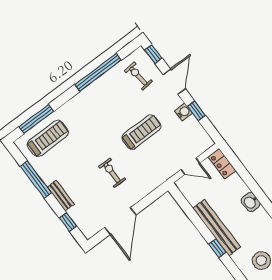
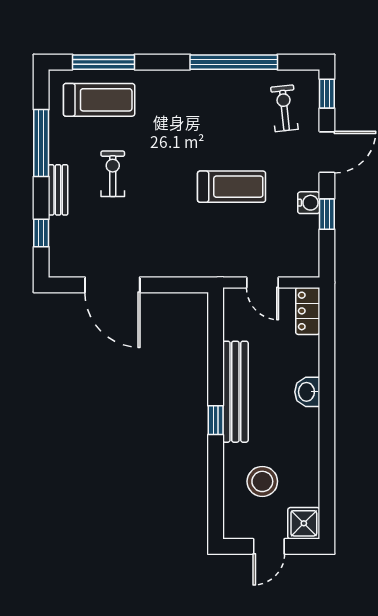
exercise bike: (112, 173) -> (113, 174), moved
door: (120, 221) -> (112, 285), hinge flipped

